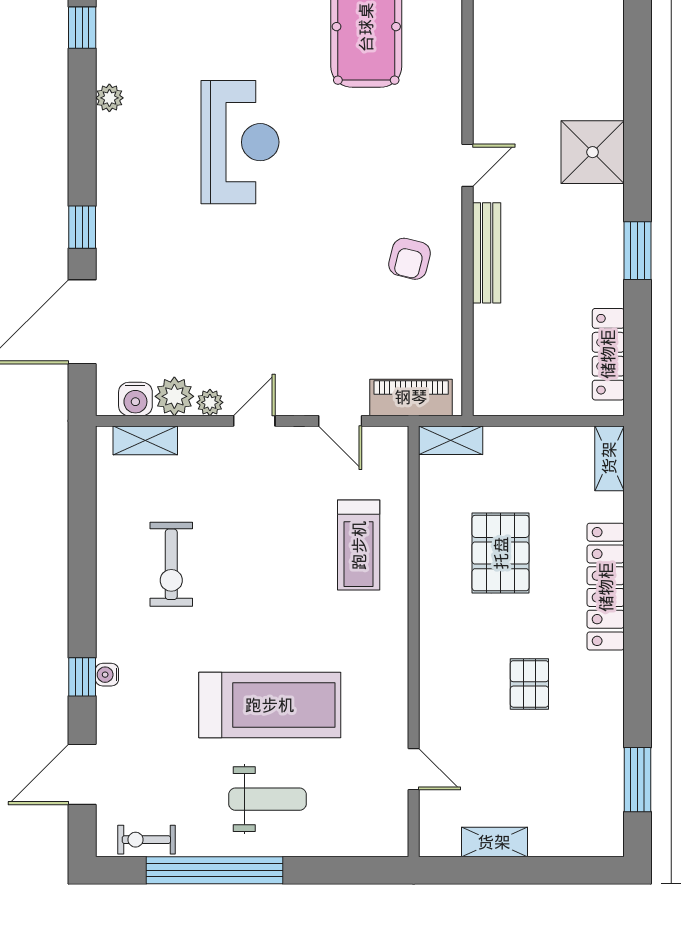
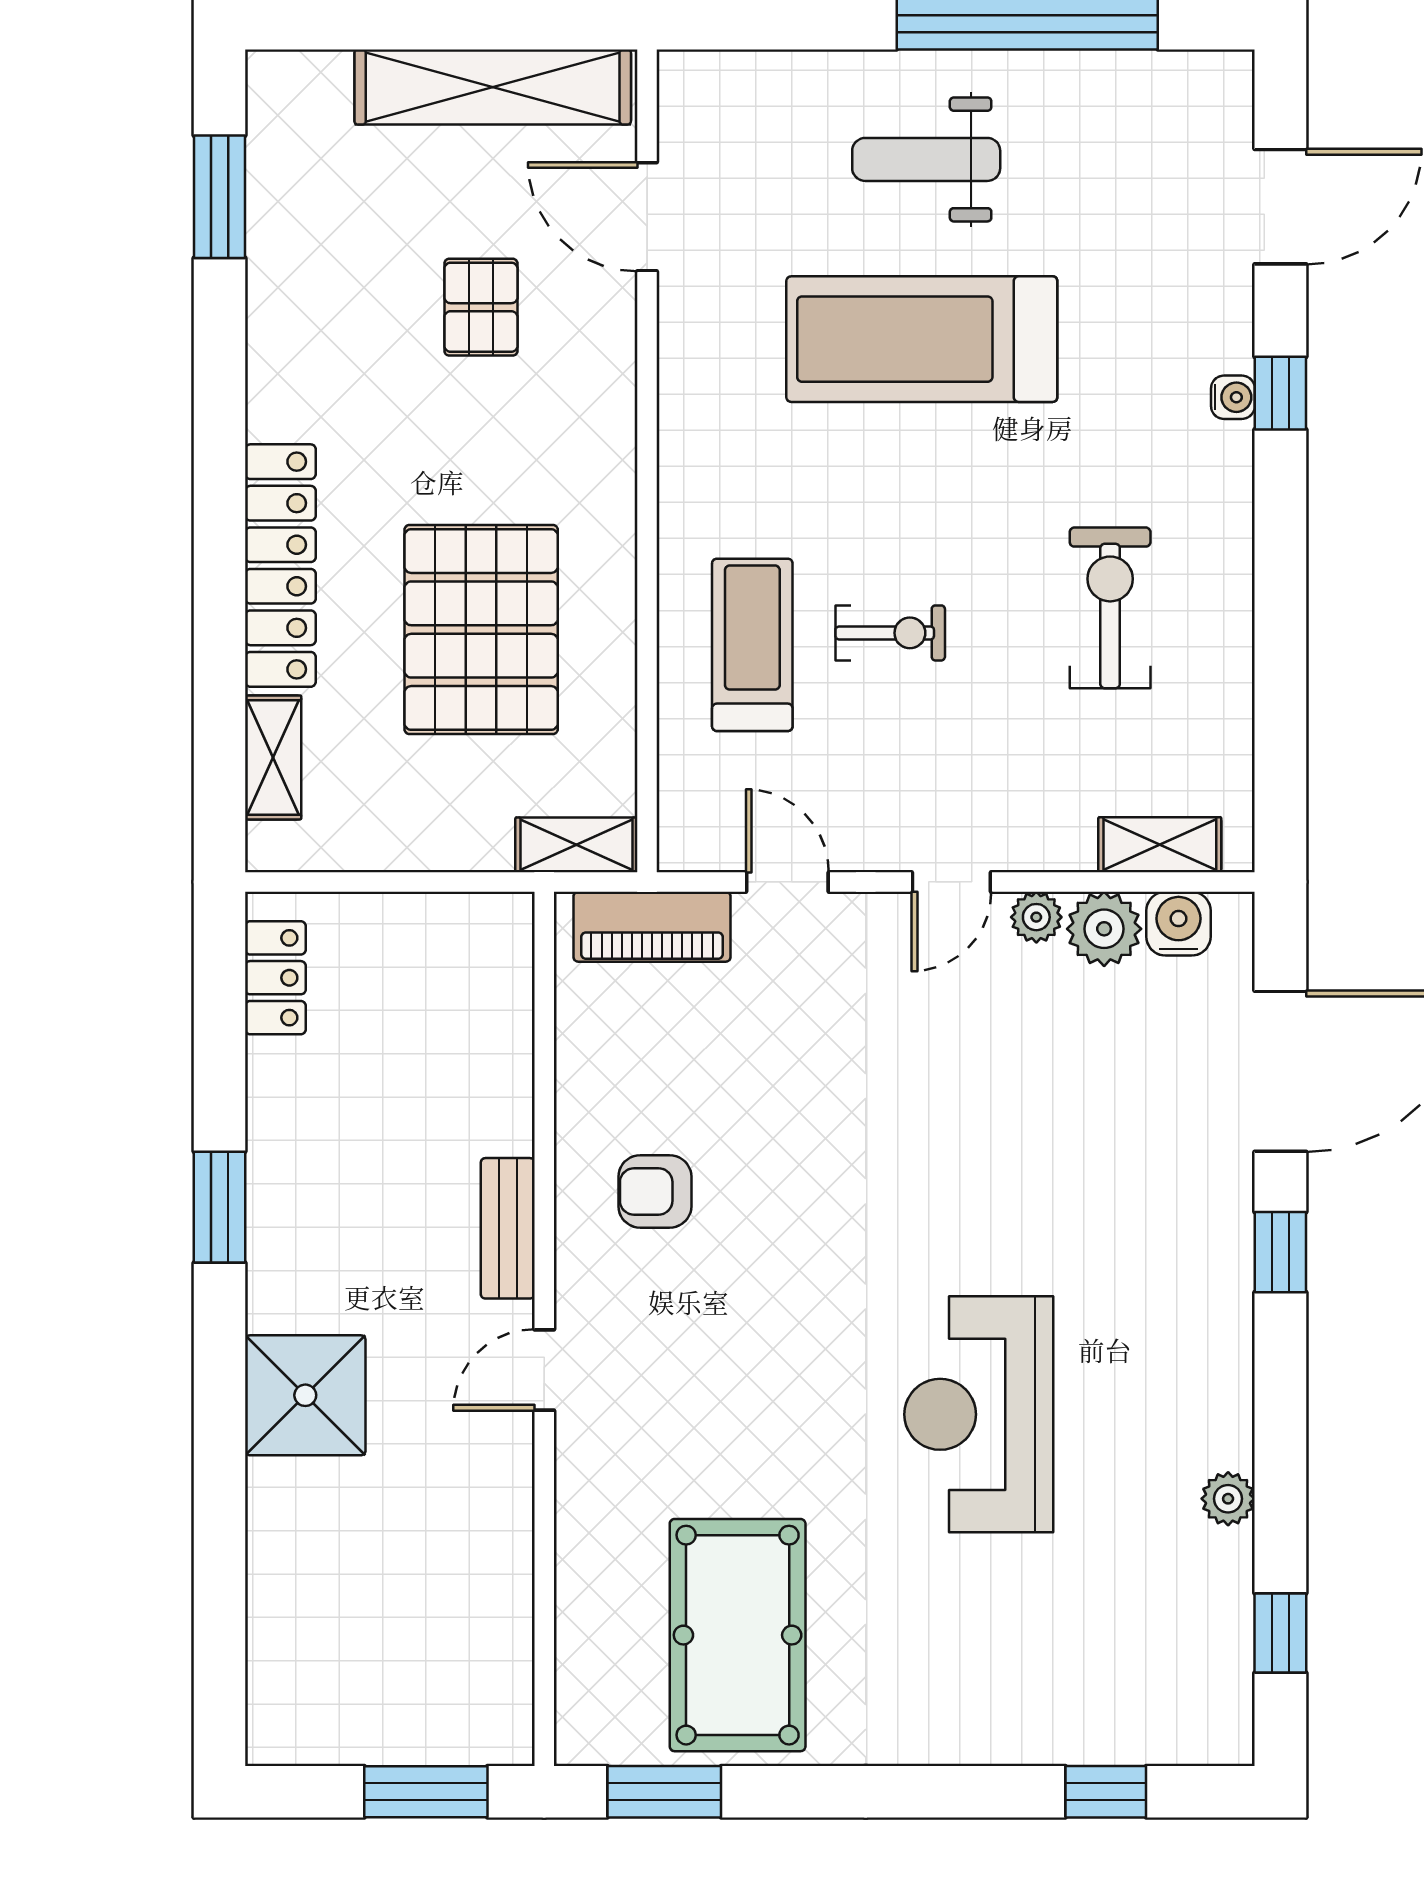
bench: (487, 253) -> (508, 1228), width x0.73
armchair: (410, 259) -> (655, 1191), turned -104
locker: (608, 354) -> (275, 978), width x0.66
shelving: (609, 458) -> (273, 757), moved
pallet: (501, 553) -> (481, 630), width x1.37, depth x1.41
pallet: (529, 684) -> (481, 307), moved
door: (414, 769) -> (647, 217), width x1.38
exercise bike: (146, 840) -> (890, 633), moved
shelving: (494, 842) -> (493, 87), width x2.20, depth x1.33

